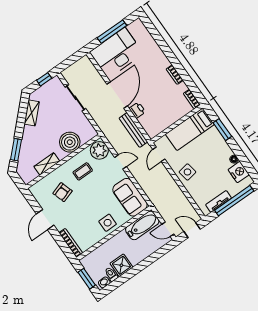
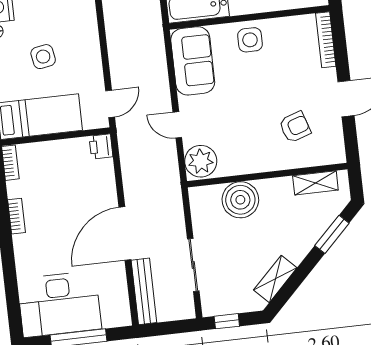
desk: (117, 53) -> (59, 304), moved
printer: (137, 110) -> (101, 147), moved
bench: (133, 130) -> (144, 291), moved
shelving: (47, 164) -> (315, 183), moved
coffee table: (83, 171) -> (245, 142), removed
side table: (187, 172) -> (43, 57), moved

